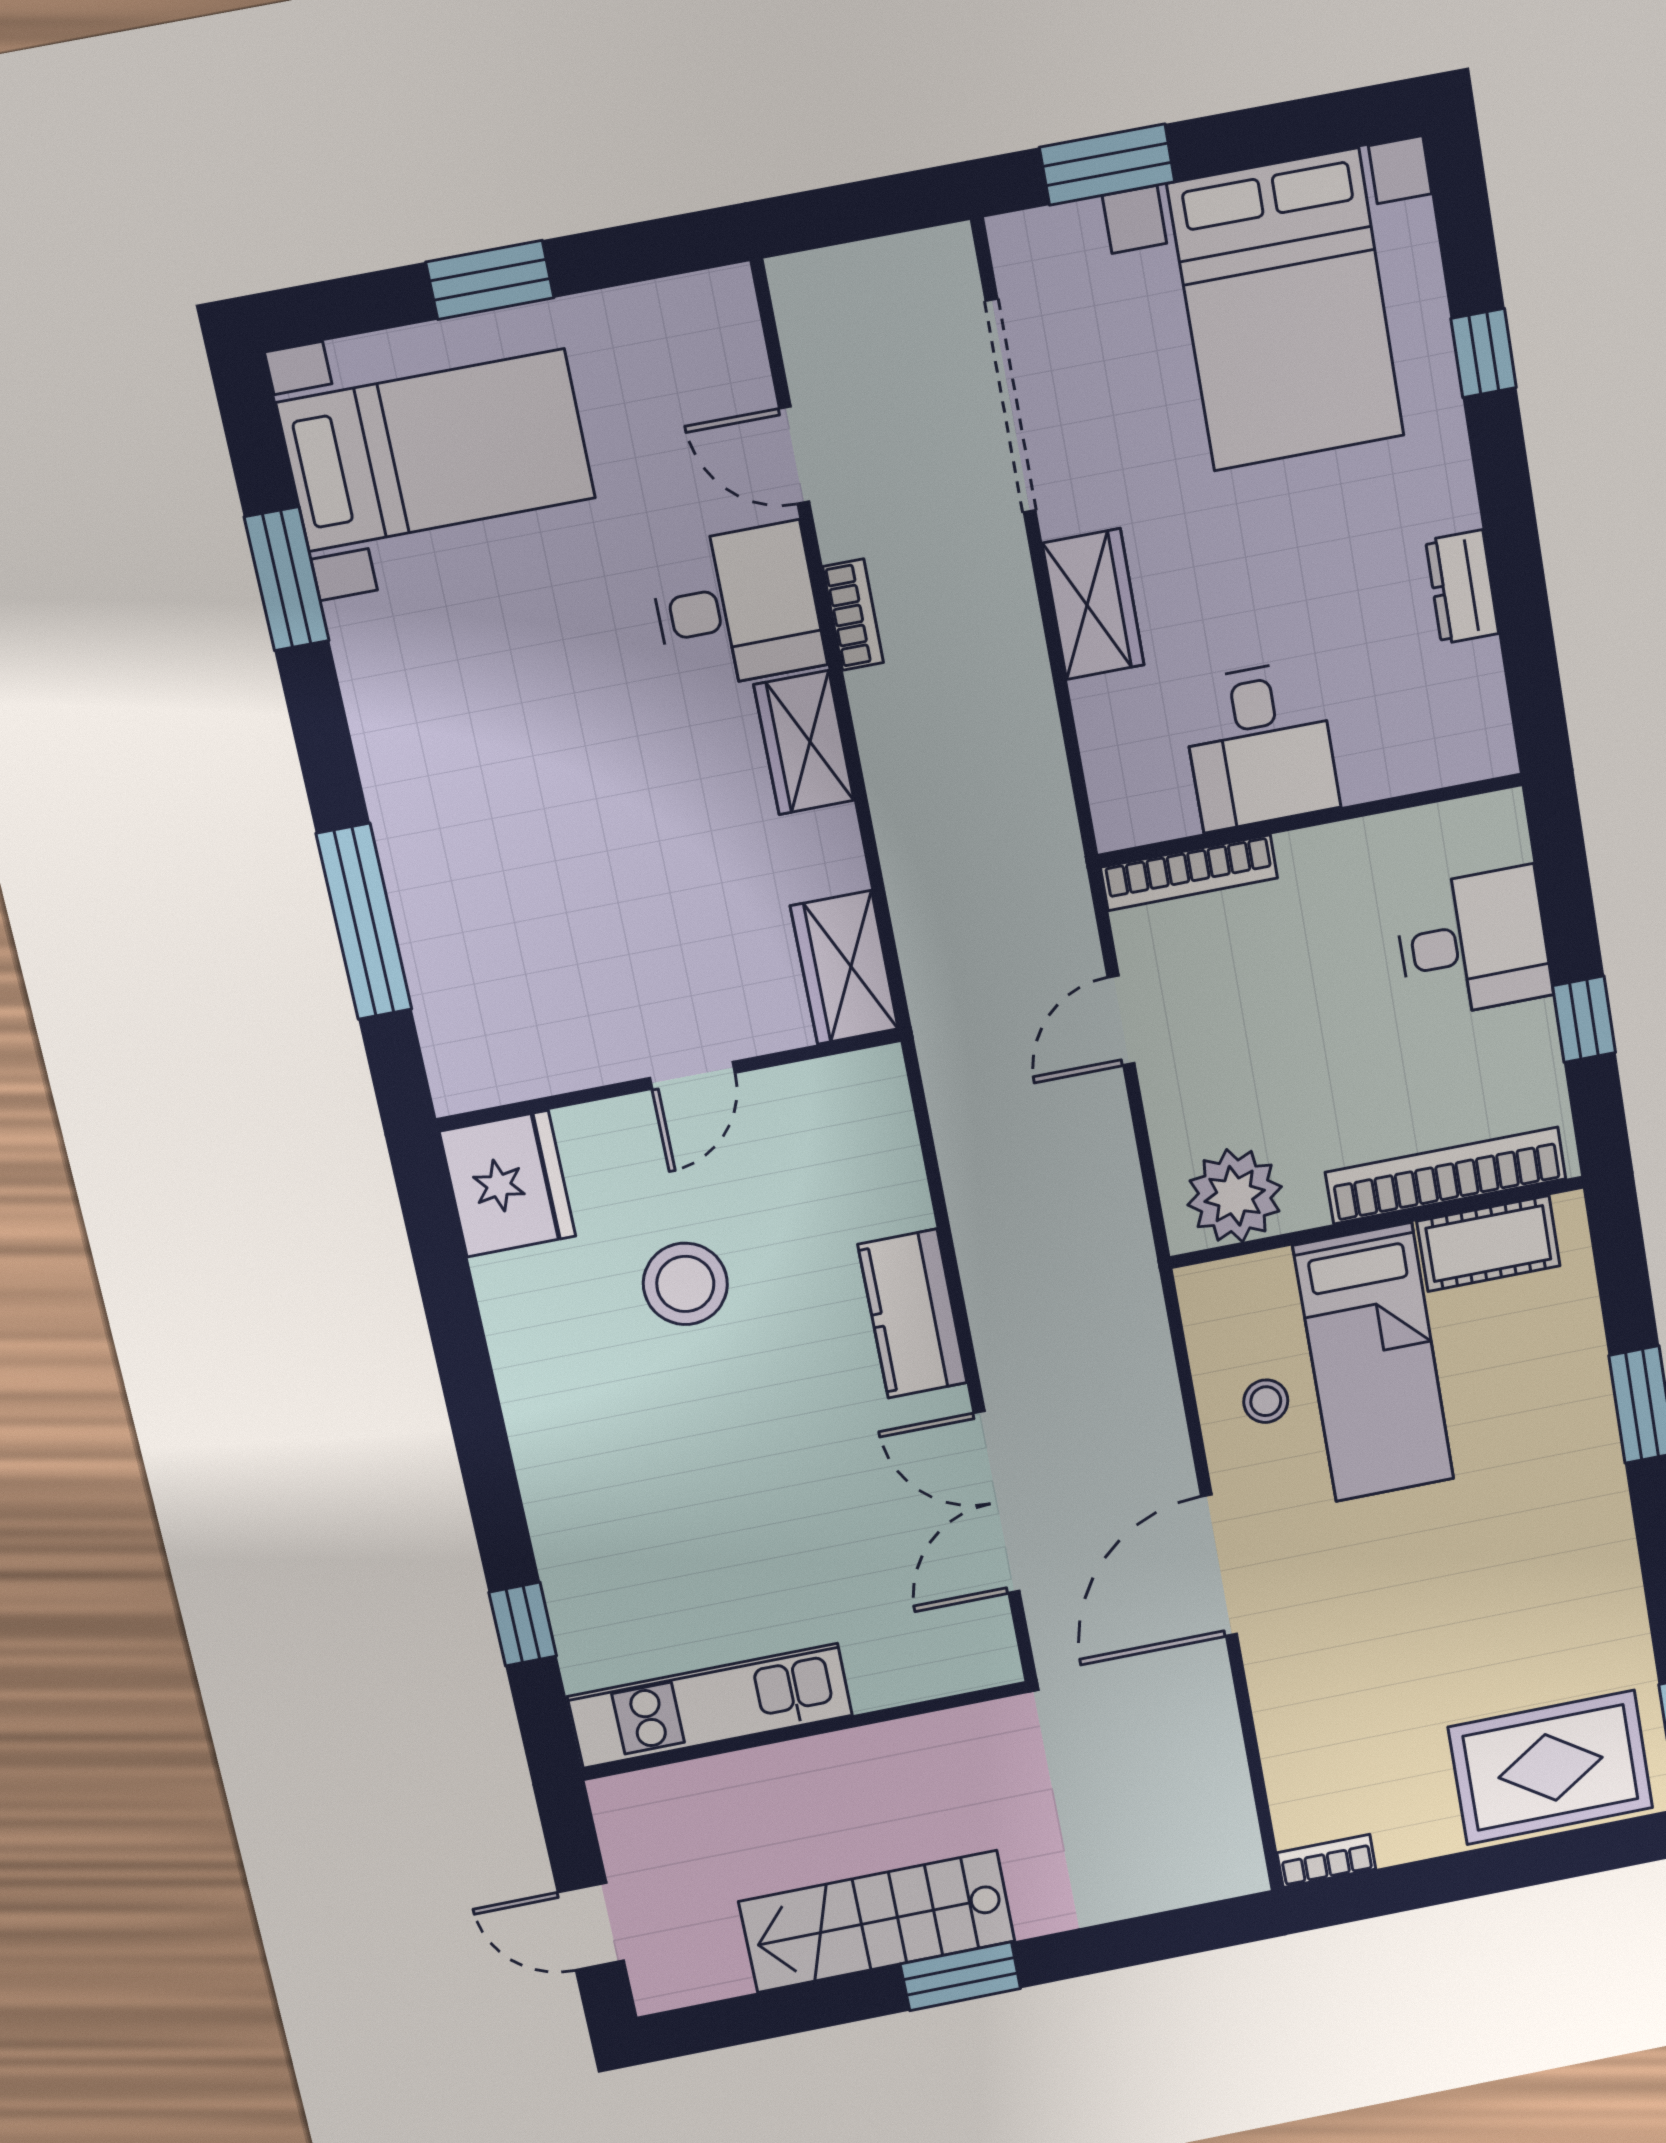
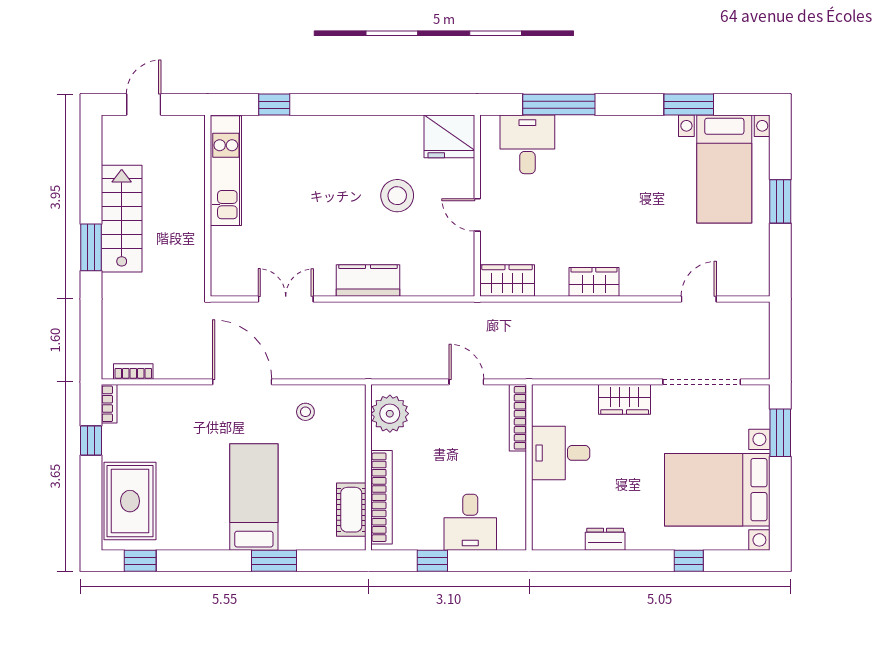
desk: (737, 607) -> (527, 144), moved, turned 180
bookcase: (853, 615) -> (133, 371), moved, turned 180
bed: (1374, 1363) -> (254, 497), moved, turned 90
double door: (997, 1503) -> (286, 299), width x0.73
window: (1421, 1884) -> (91, 441), added

